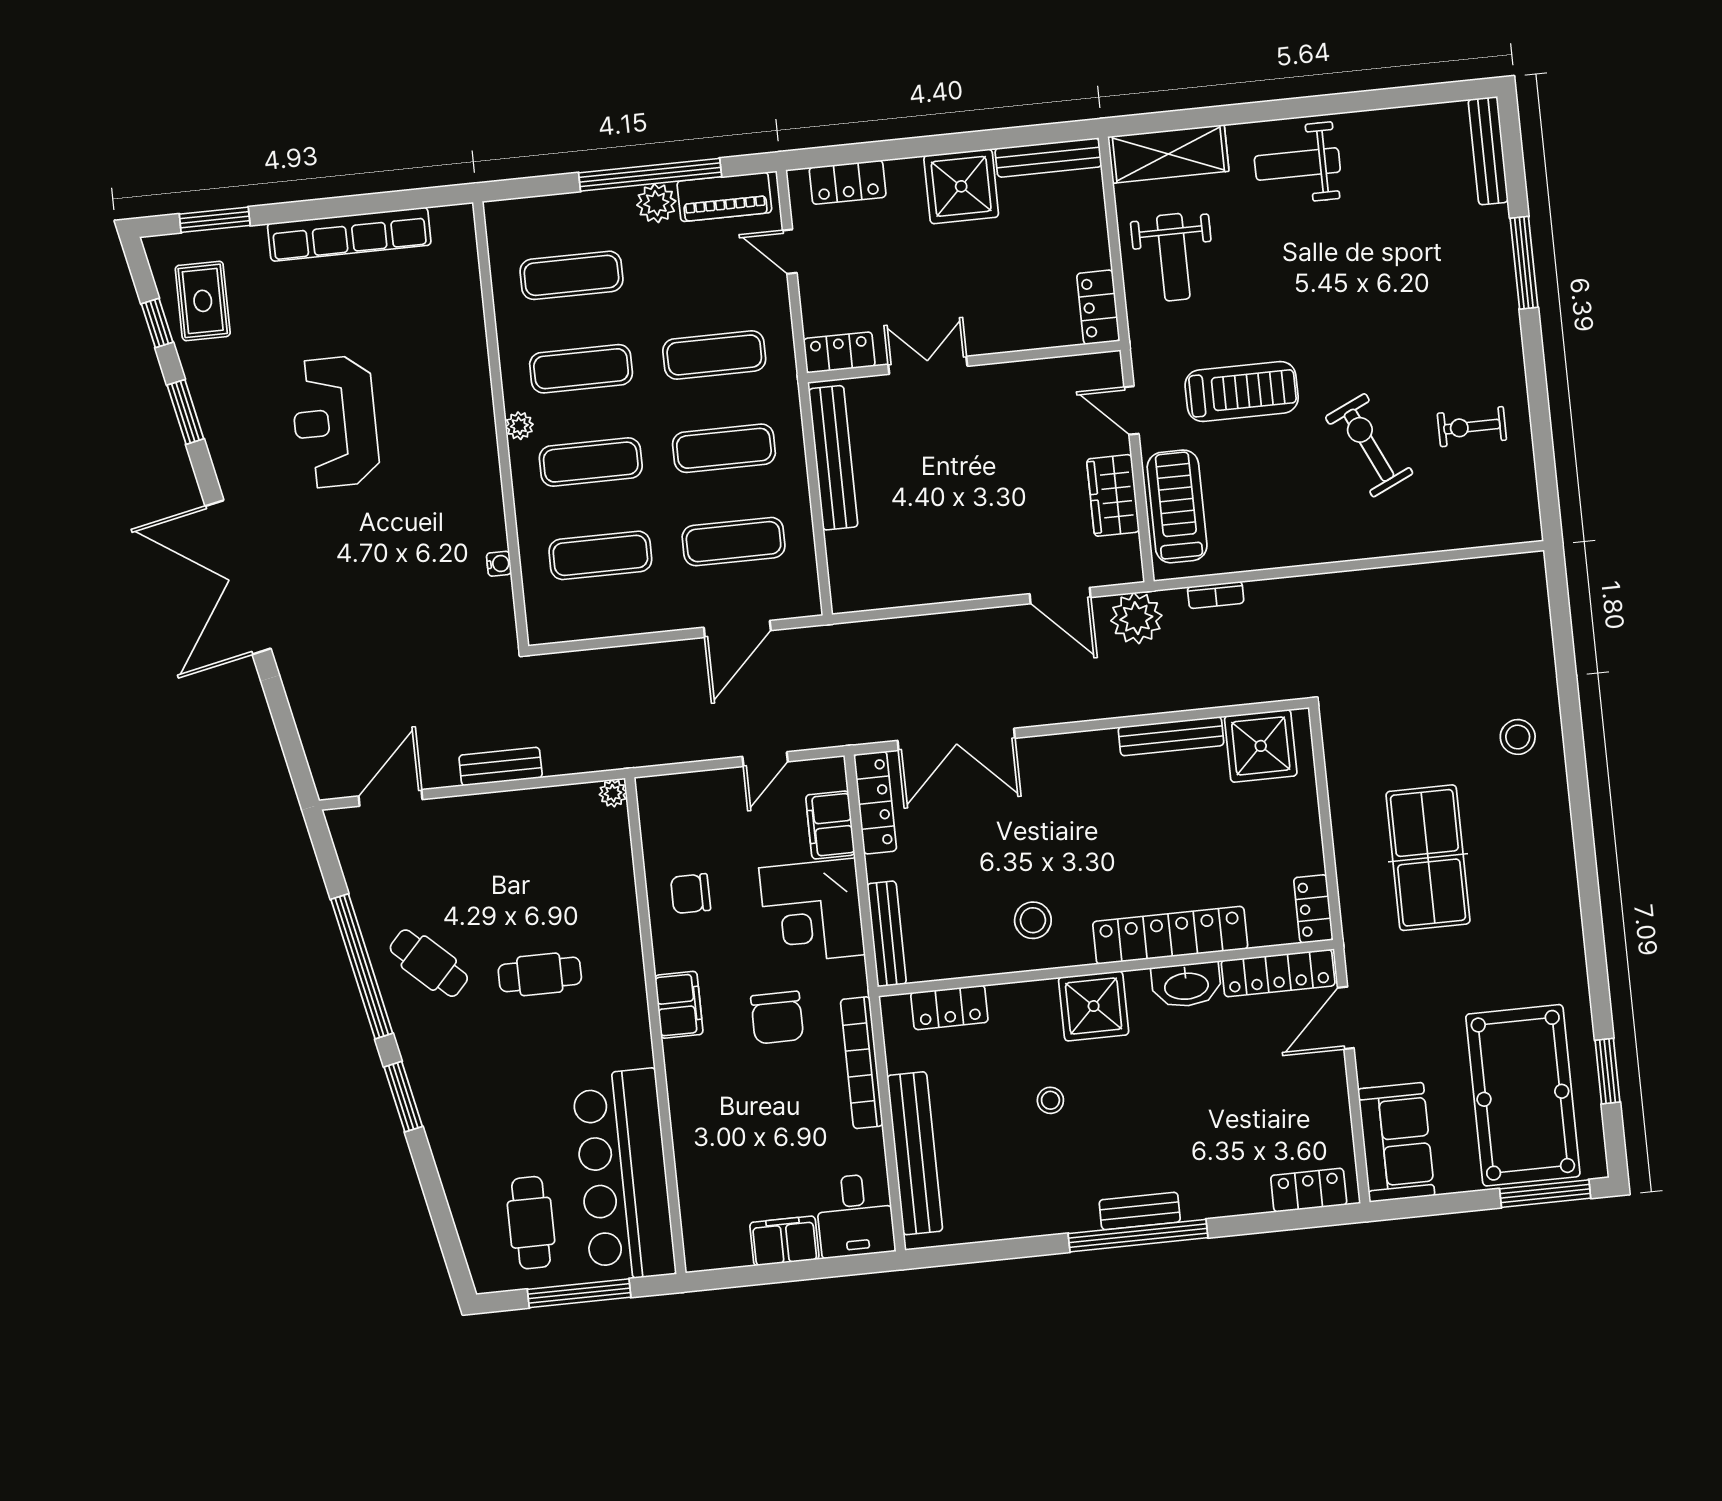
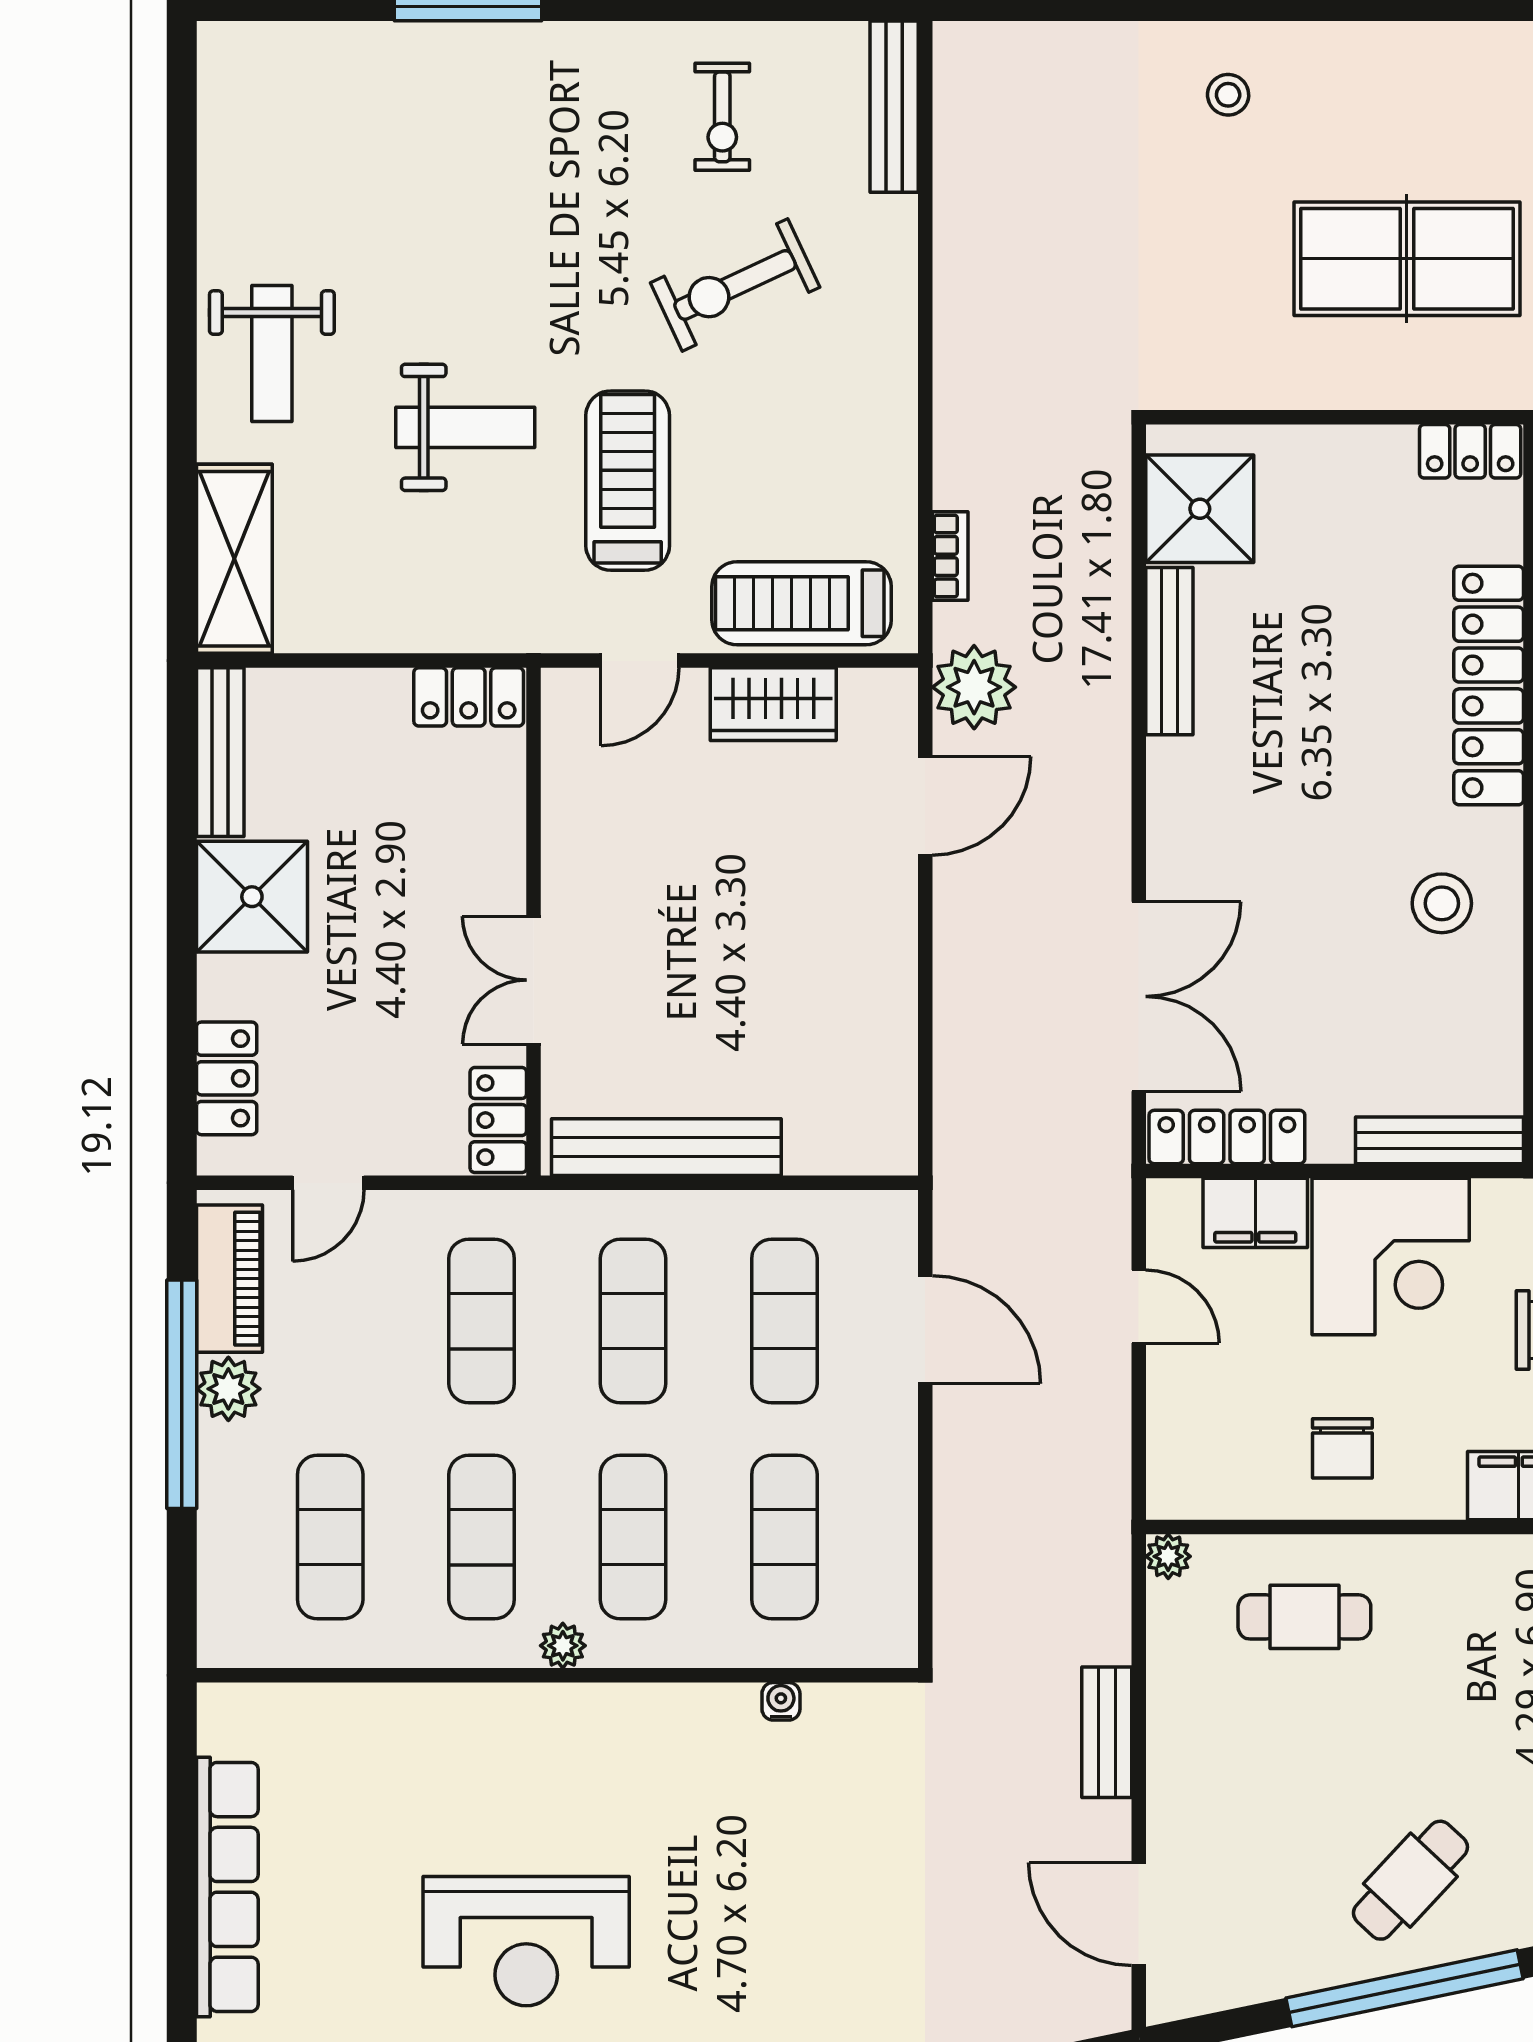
bench: (1488, 151) -> (894, 107), moved, turned 90
weight bench: (1173, 257) -> (465, 427), moved
stool: (1518, 737) -> (1228, 95), width x0.73, depth x0.73
cafe table: (540, 974) -> (1304, 1617), moved, turned 90

